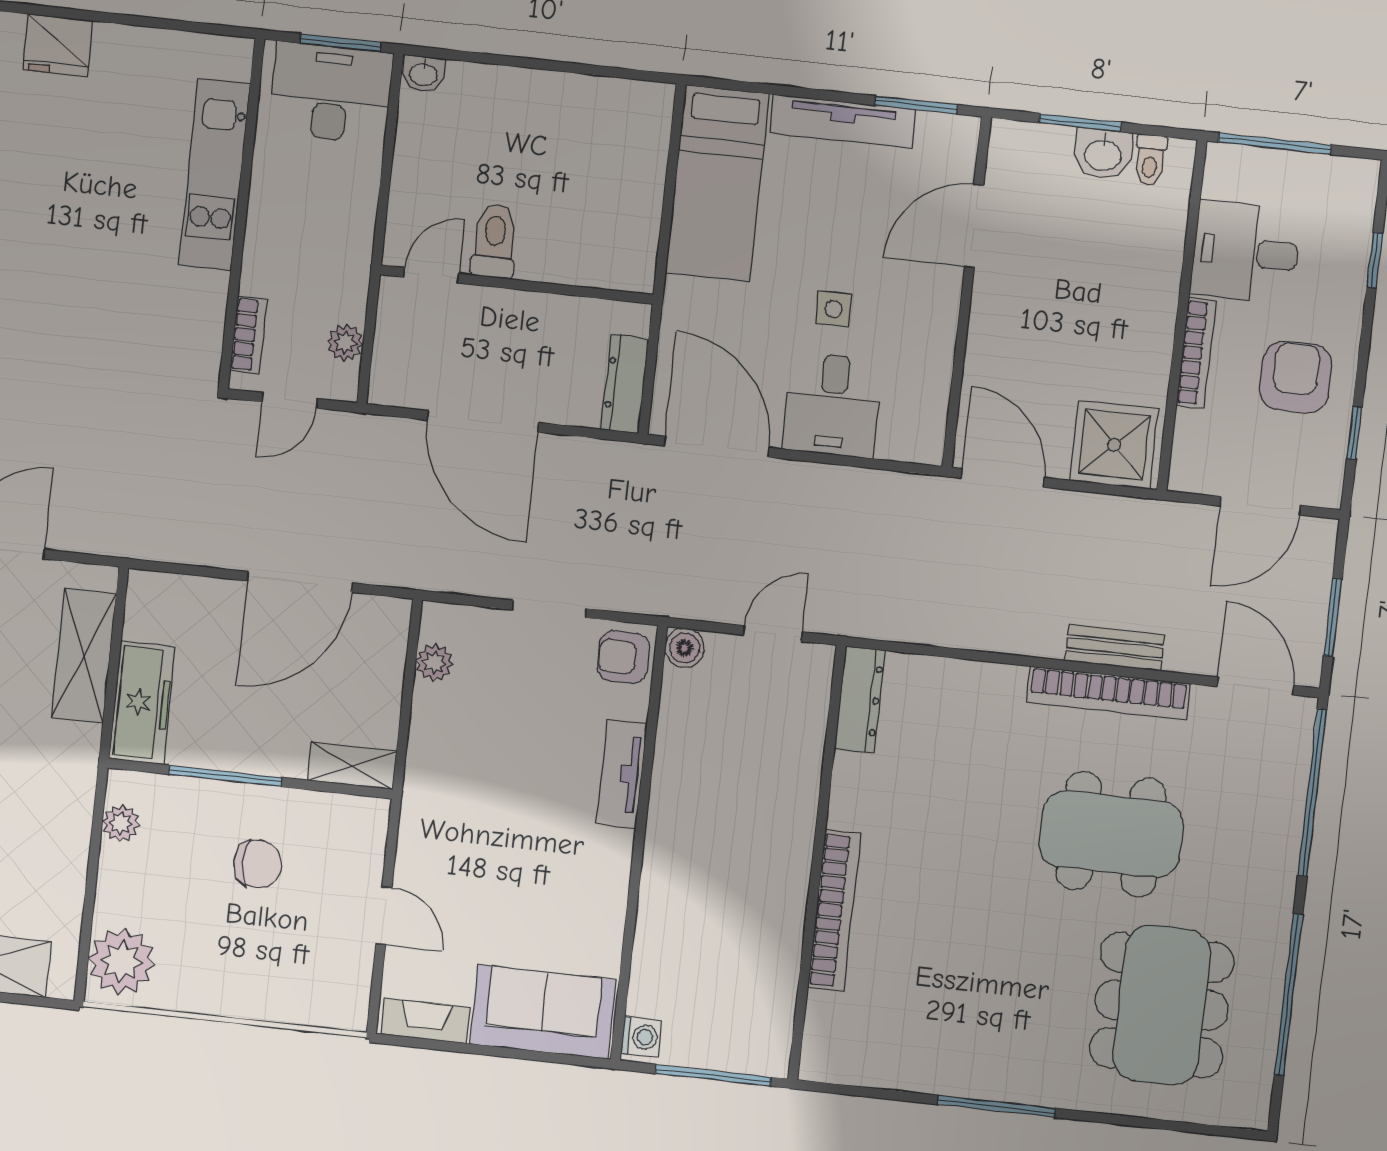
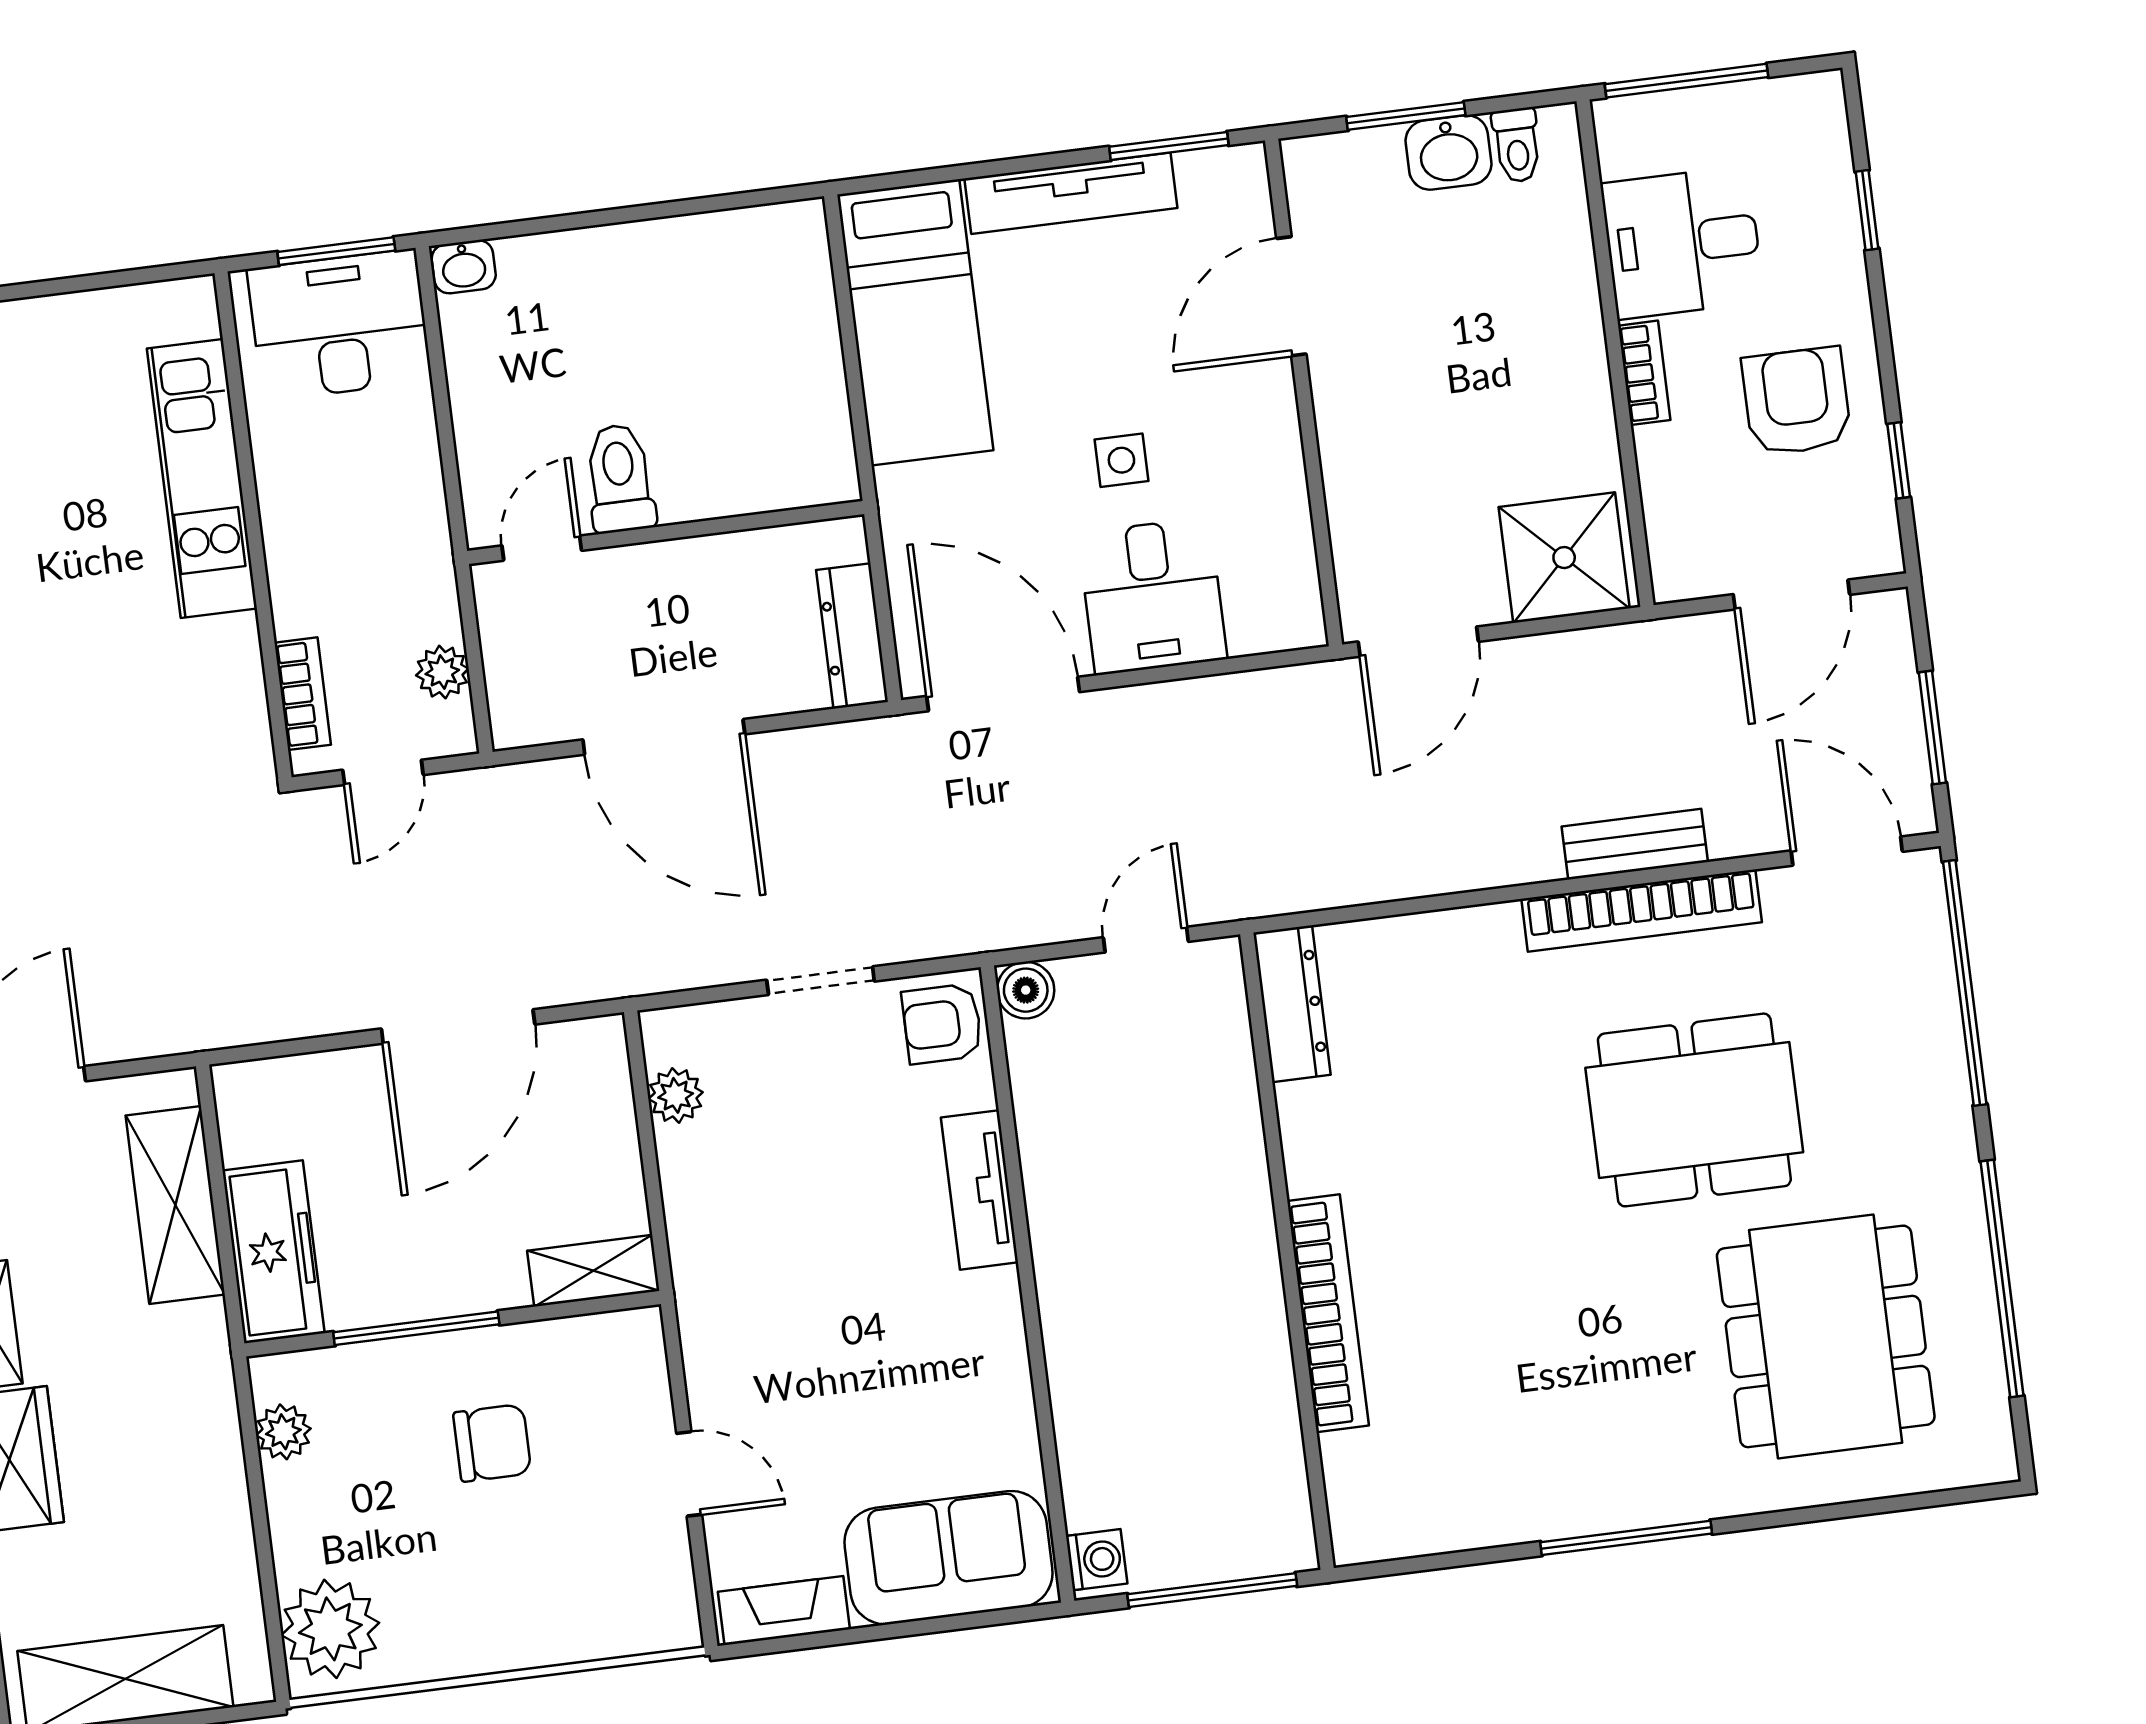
bookcase: (1196, 353) -> (1644, 373), width x0.64
door: (1003, 478) -> (1418, 642), swing flipped

